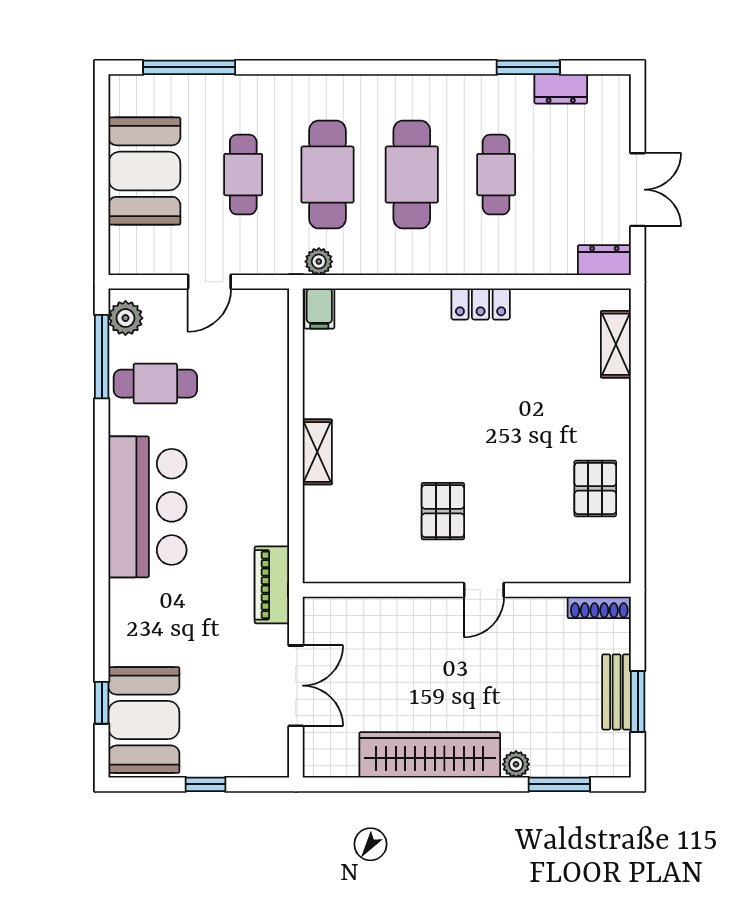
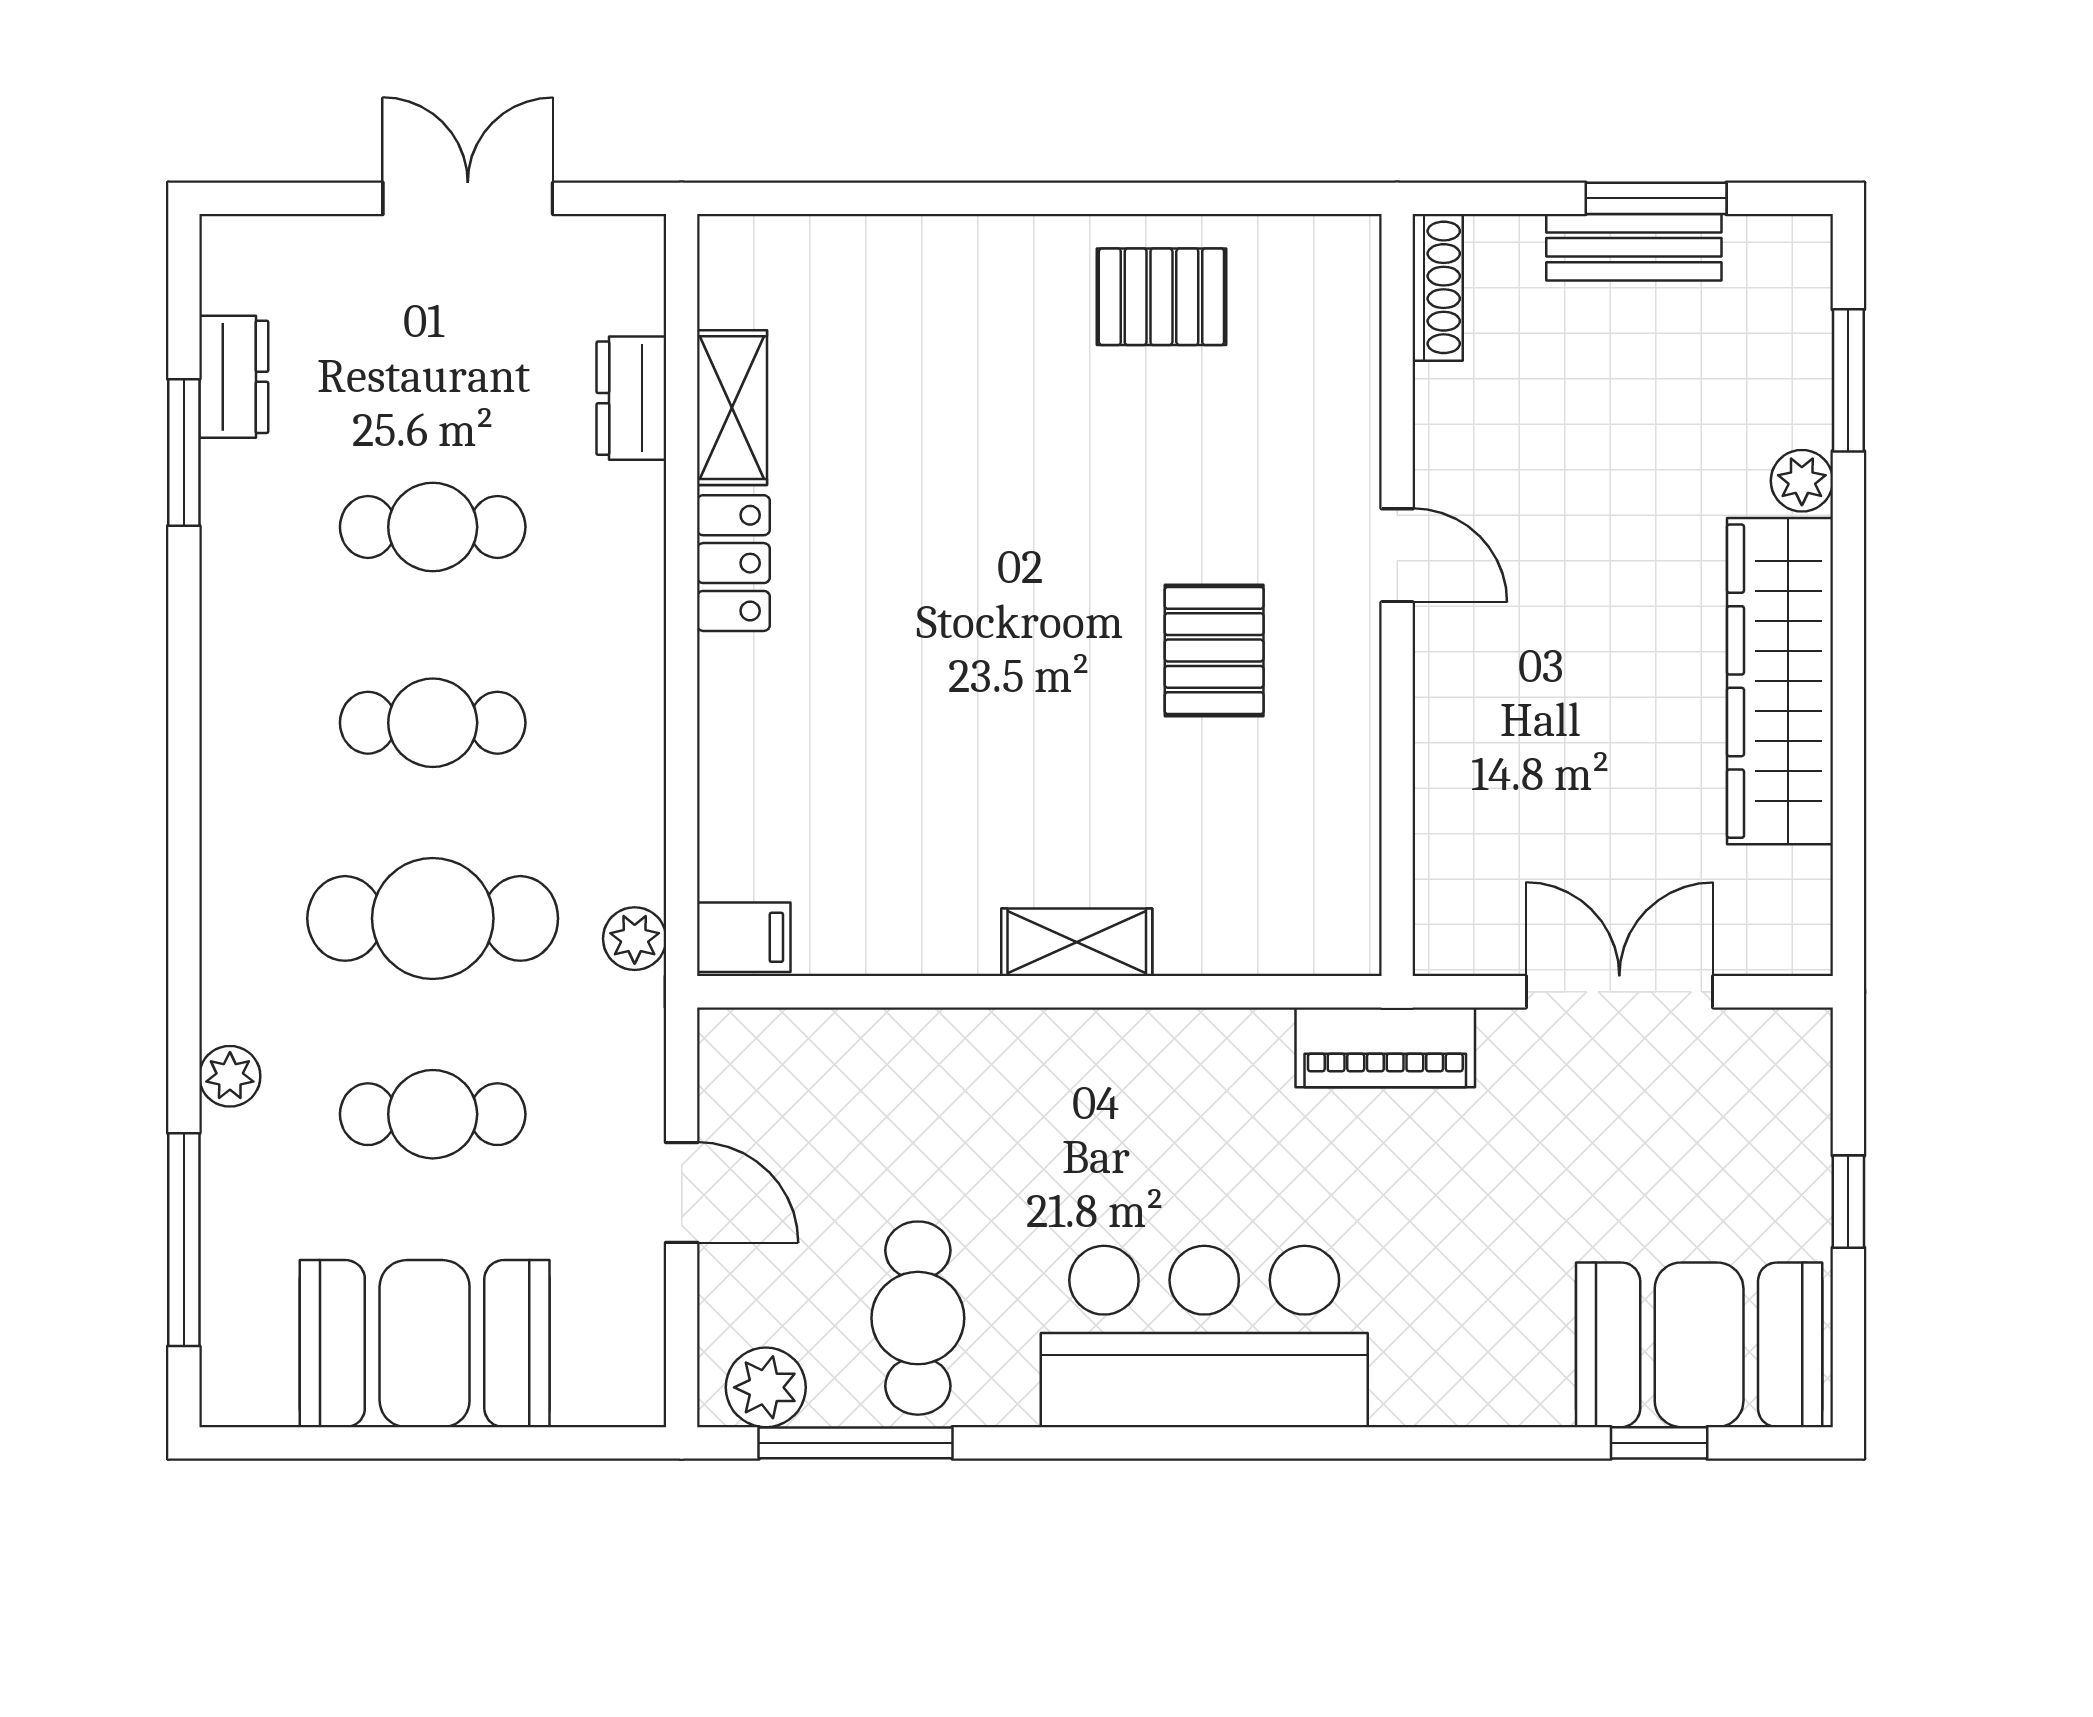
plant: (260, 87) -> (230, 1076), added
cafe table: (412, 175) -> (433, 723), width x0.73, depth x0.74
dresser: (604, 260) -> (631, 398), moved
shelving: (616, 344) -> (732, 408), moved, turned 90
pallet: (443, 511) -> (1214, 650), turned 90

